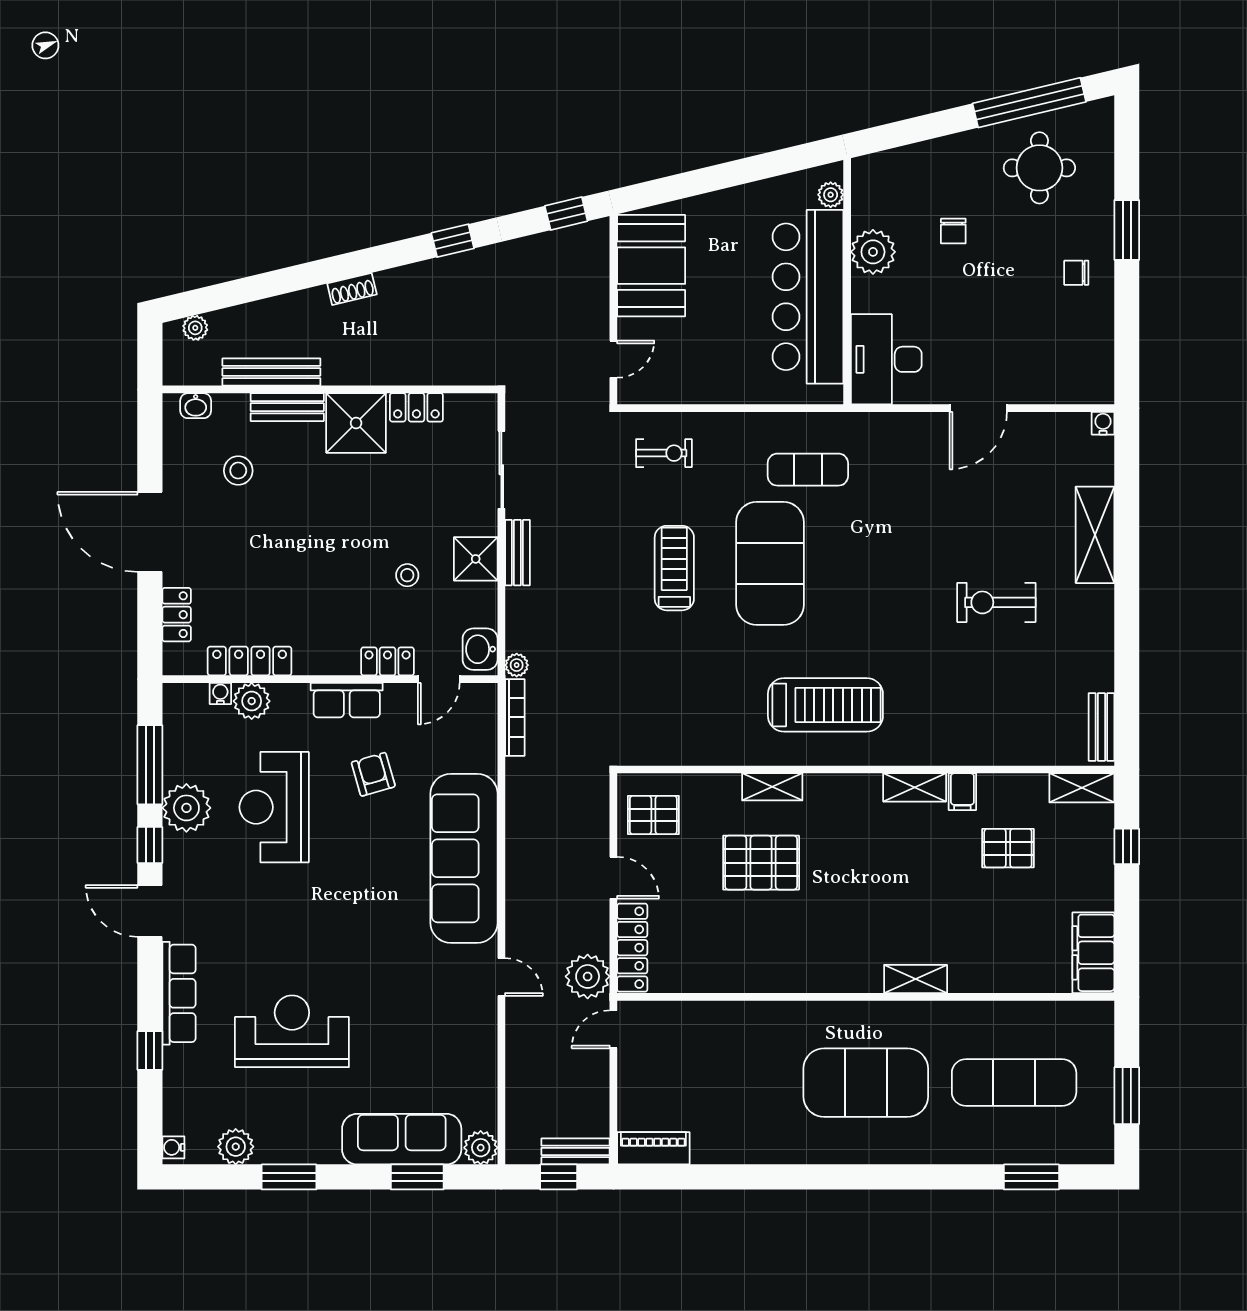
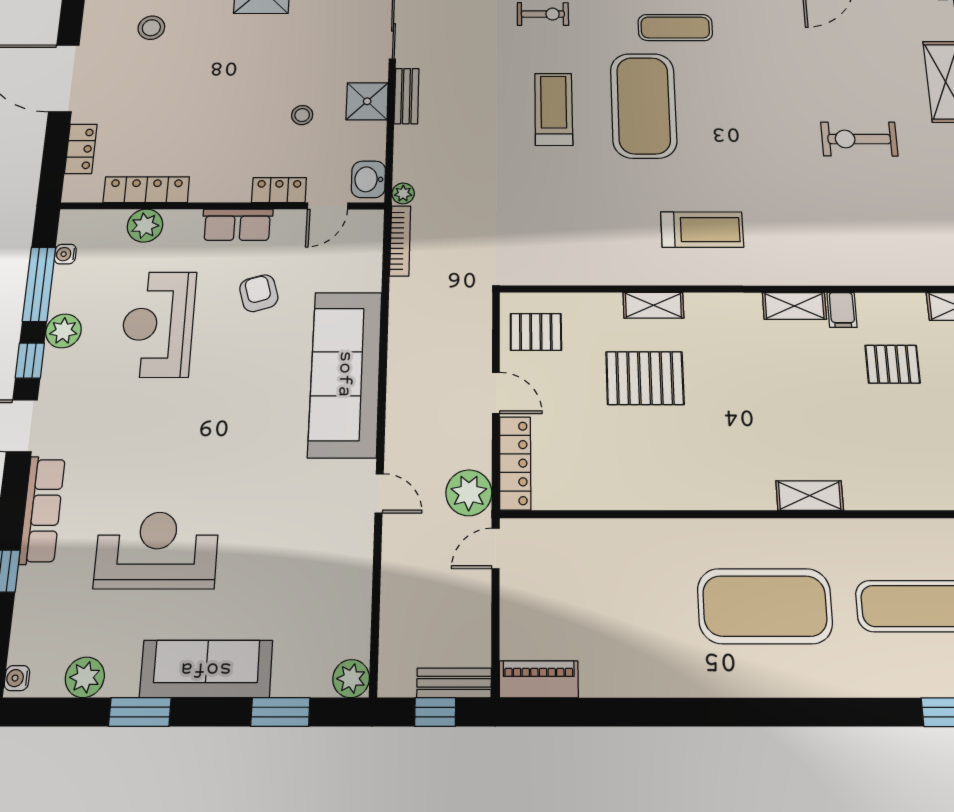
water cooler: (220, 694) -> (65, 254), moved, turned -90
treadmill: (825, 705) -> (702, 230), width x0.73, depth x0.73
plant: (186, 808) -> (63, 331), width x0.73, depth x0.73
sofa: (402, 1139) -> (206, 669), moved

